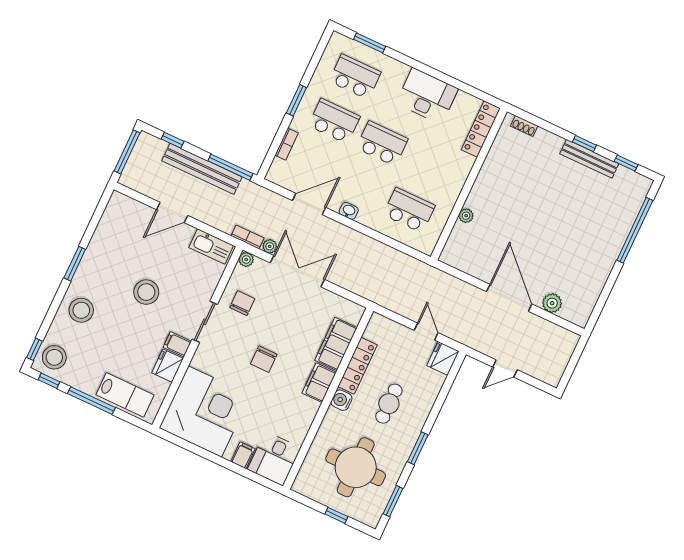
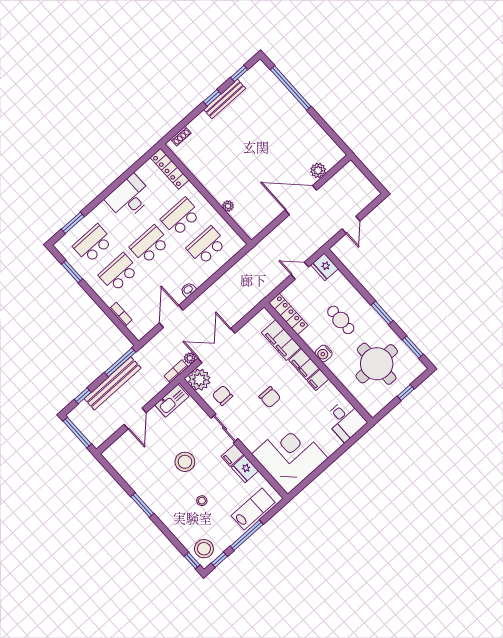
window: (296, 100) -> (72, 272), moved
school desk: (430, 166) -> (181, 217), added
plant: (246, 259) -> (199, 380), width x1.88, depth x1.88
stool: (81, 310) -> (202, 501), moved, width x0.53, depth x0.53
locker: (358, 366) -> (288, 314), moved
filing cabinet: (243, 455) -> (318, 380), moved, turned -90

